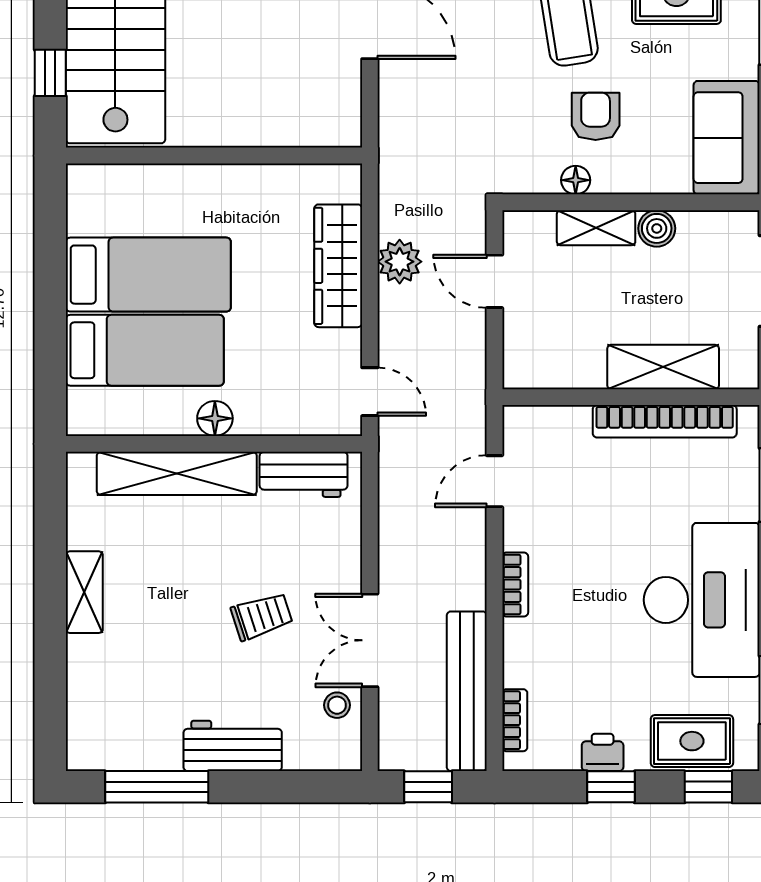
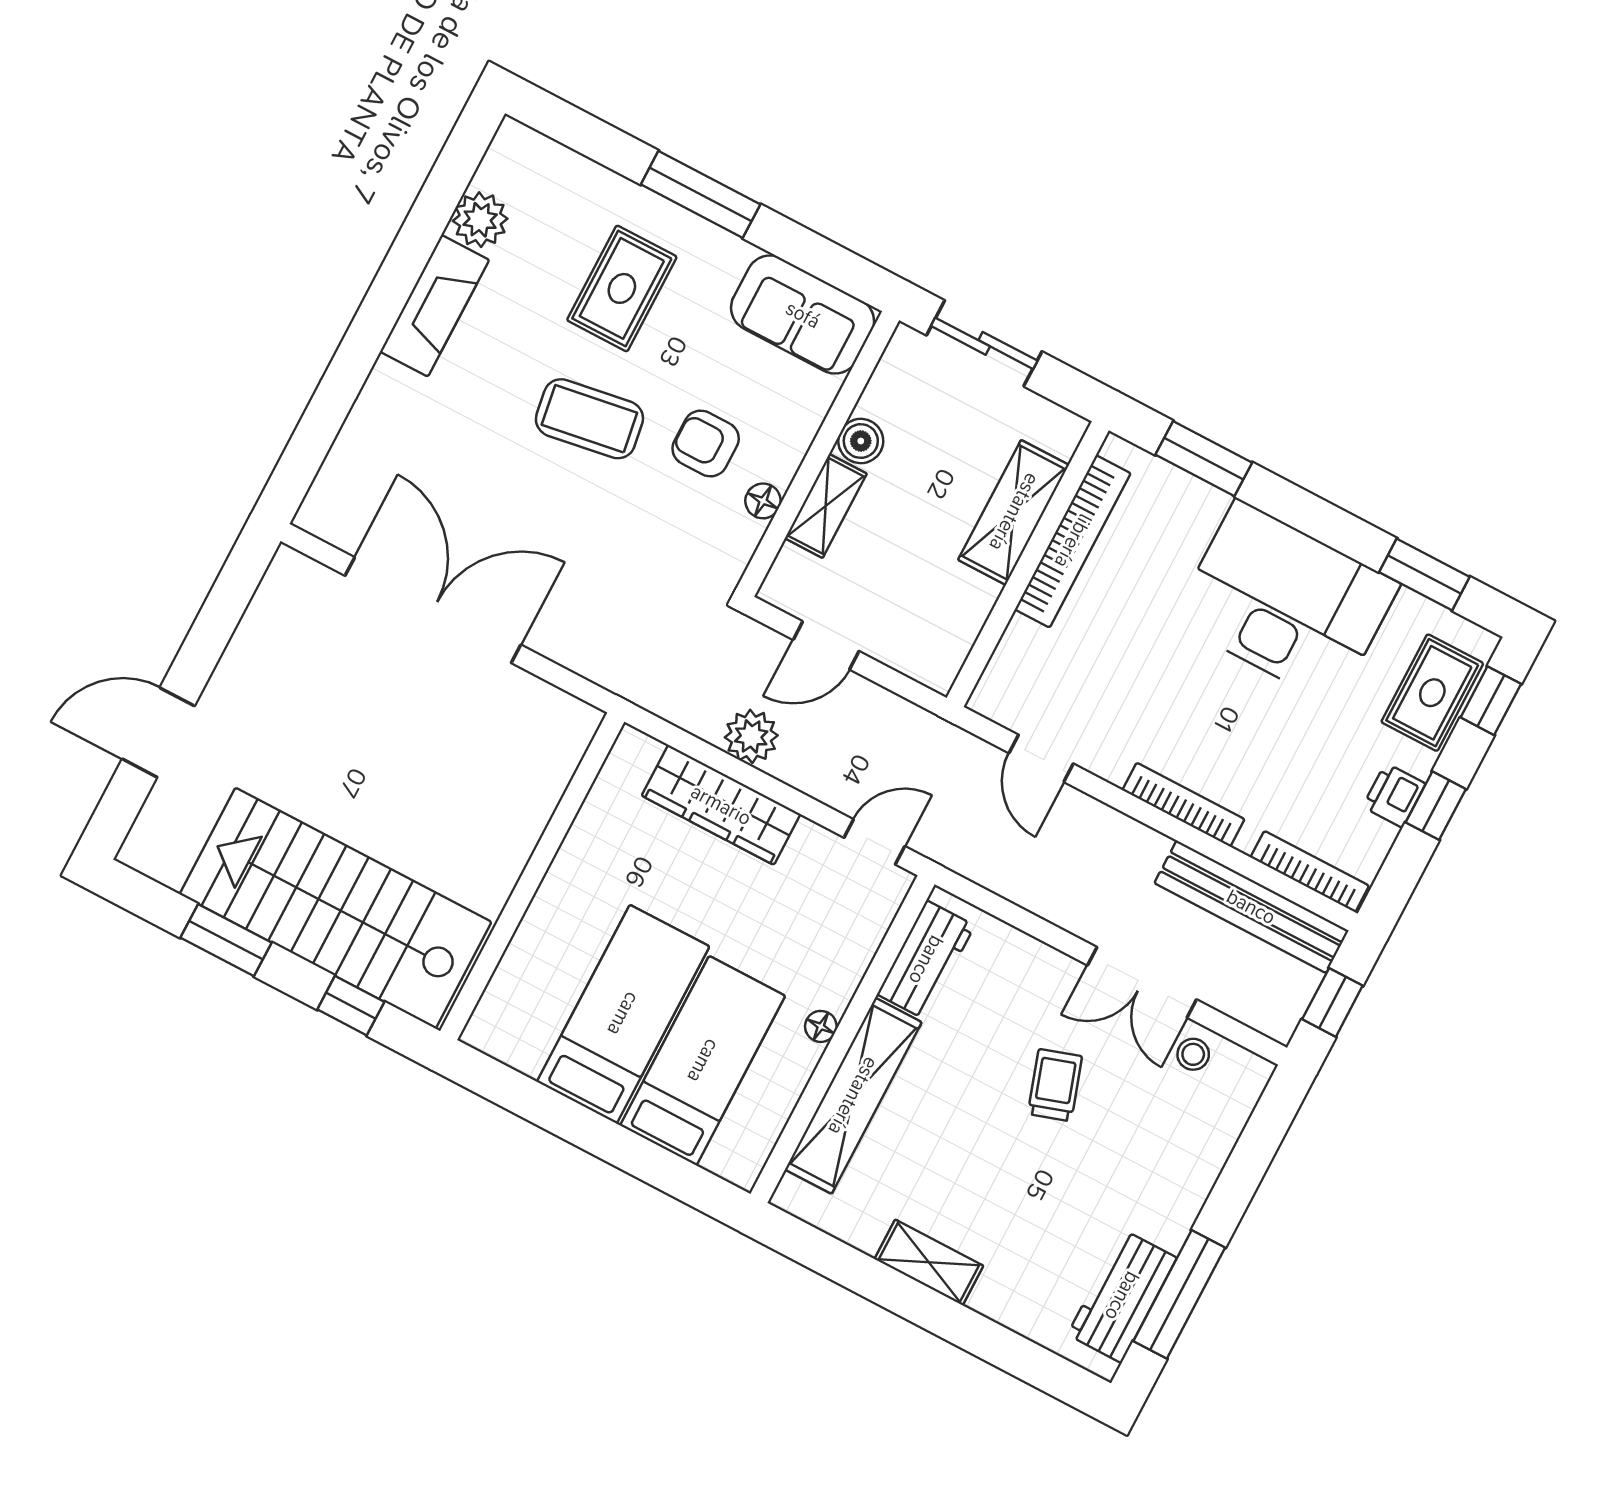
floor lamp: (215, 418) -> (821, 1026), width x0.73, depth x0.73
bookcase: (515, 585) -> (1183, 805), width x1.56
bookcase: (515, 720) -> (1310, 872), width x1.56
workbench: (233, 746) -> (1122, 1296), moved

